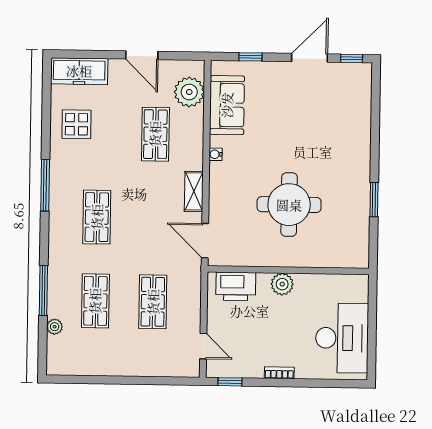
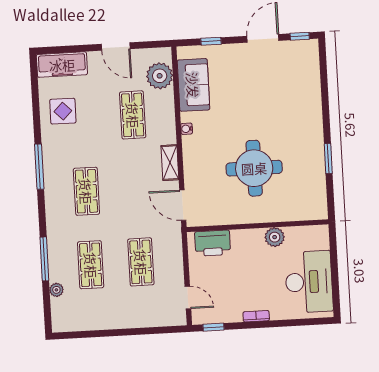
plant: (282, 284) -> (275, 237), moved

